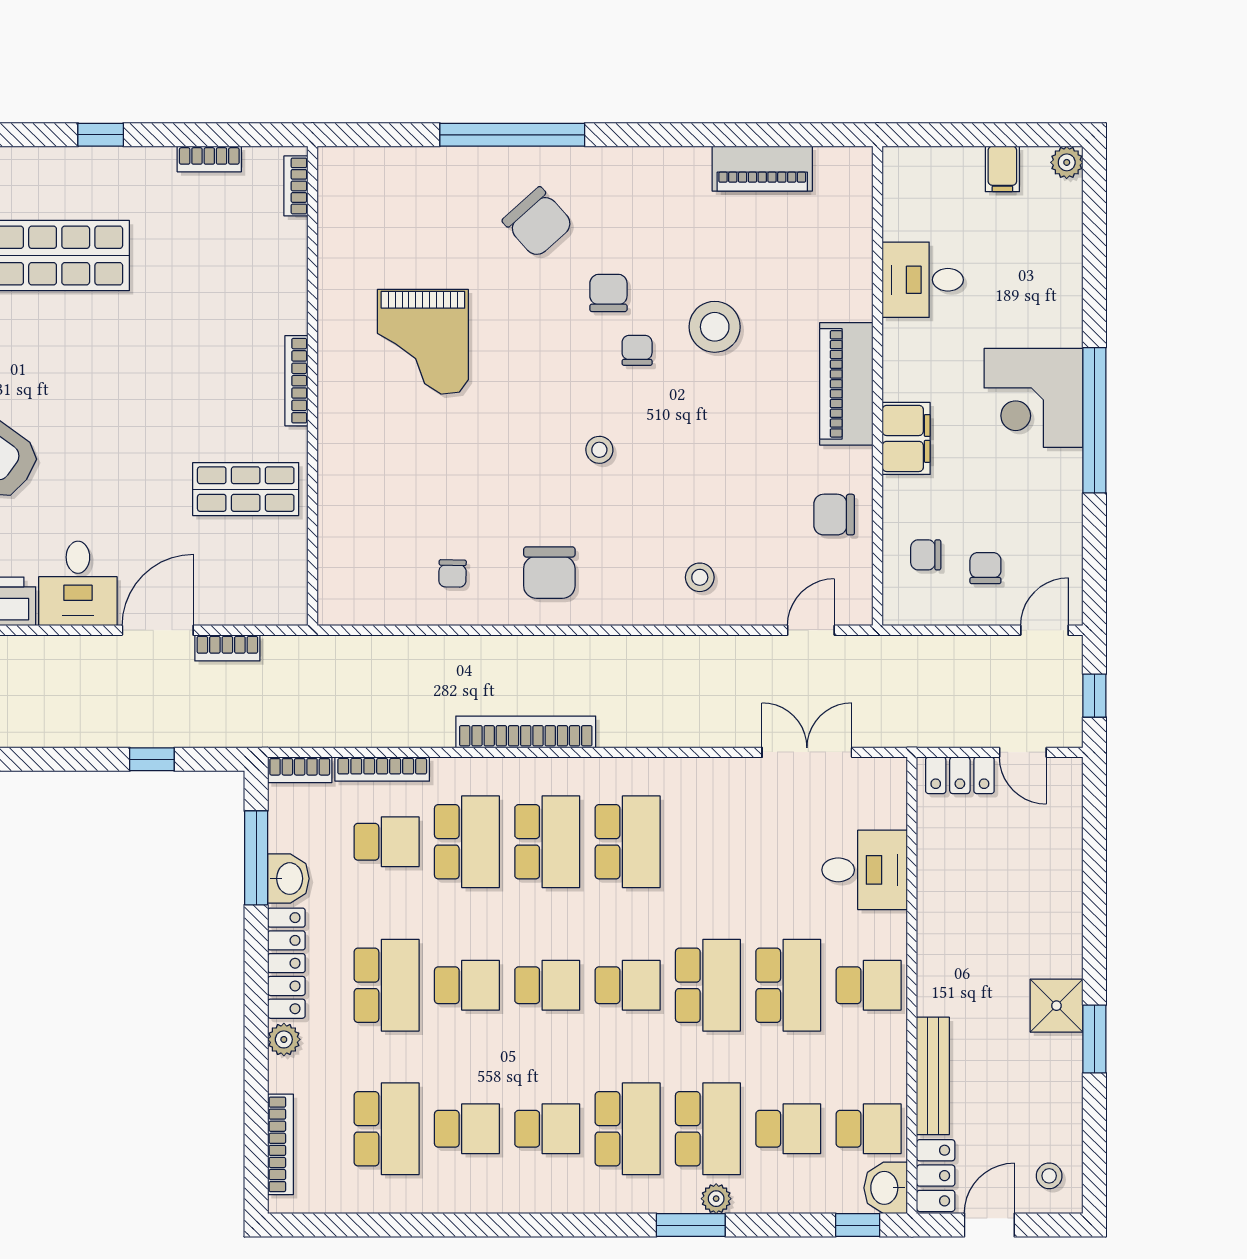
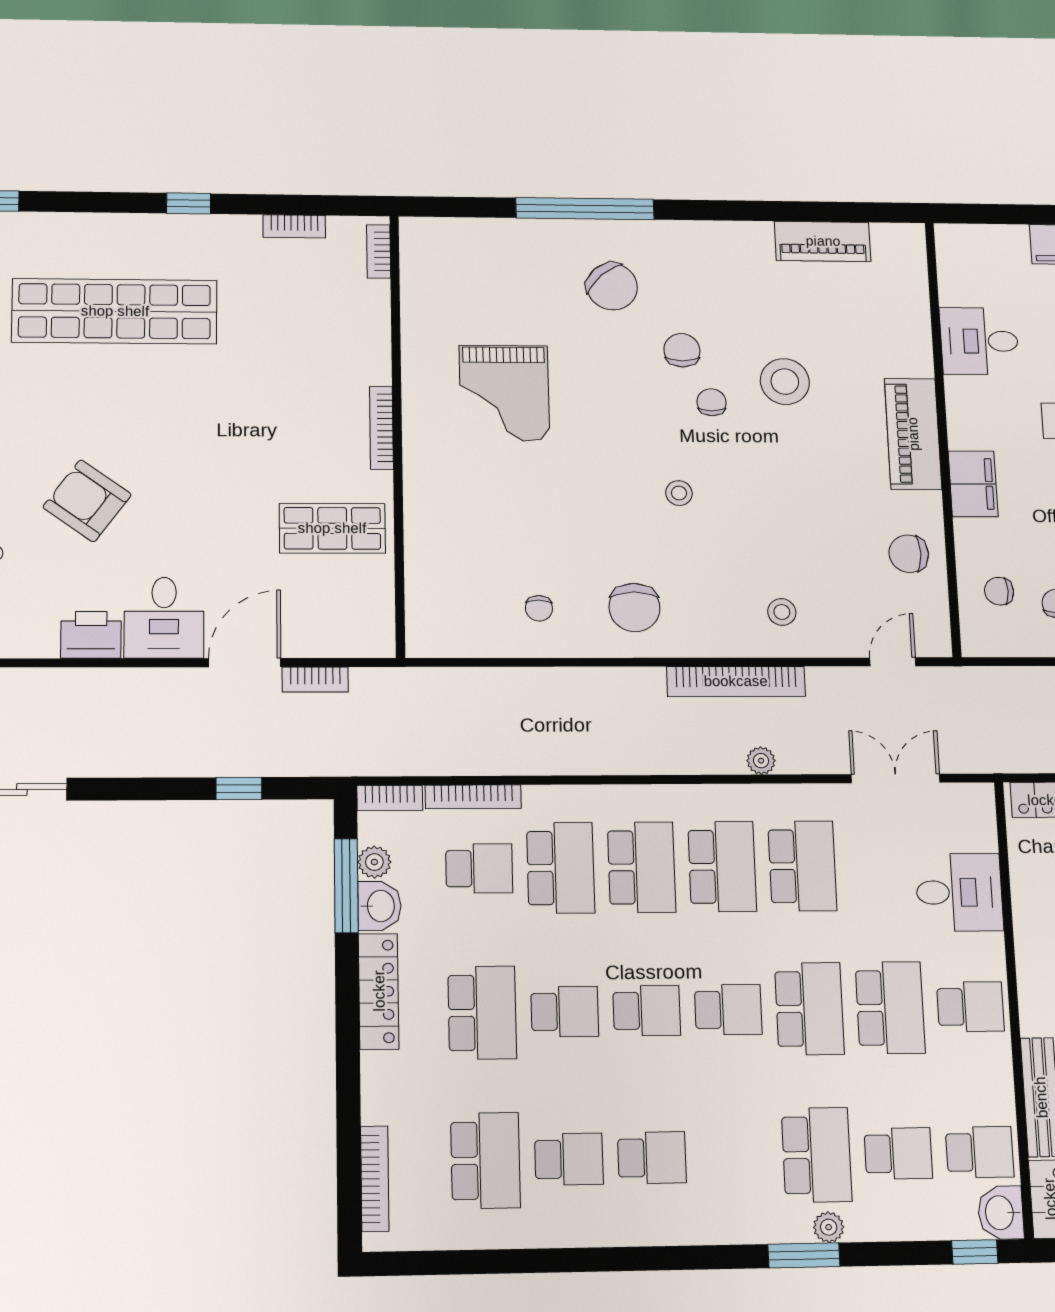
bookcase: (526, 732) -> (736, 681), moved, turned 180
plant: (671, 733) -> (761, 761), added
plant: (284, 1039) -> (374, 862), moved
school desk: (628, 1129) -> (802, 866), moved

